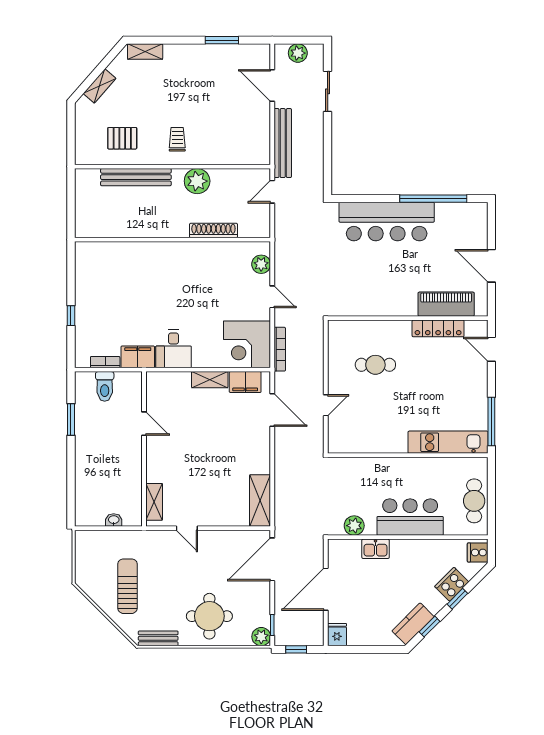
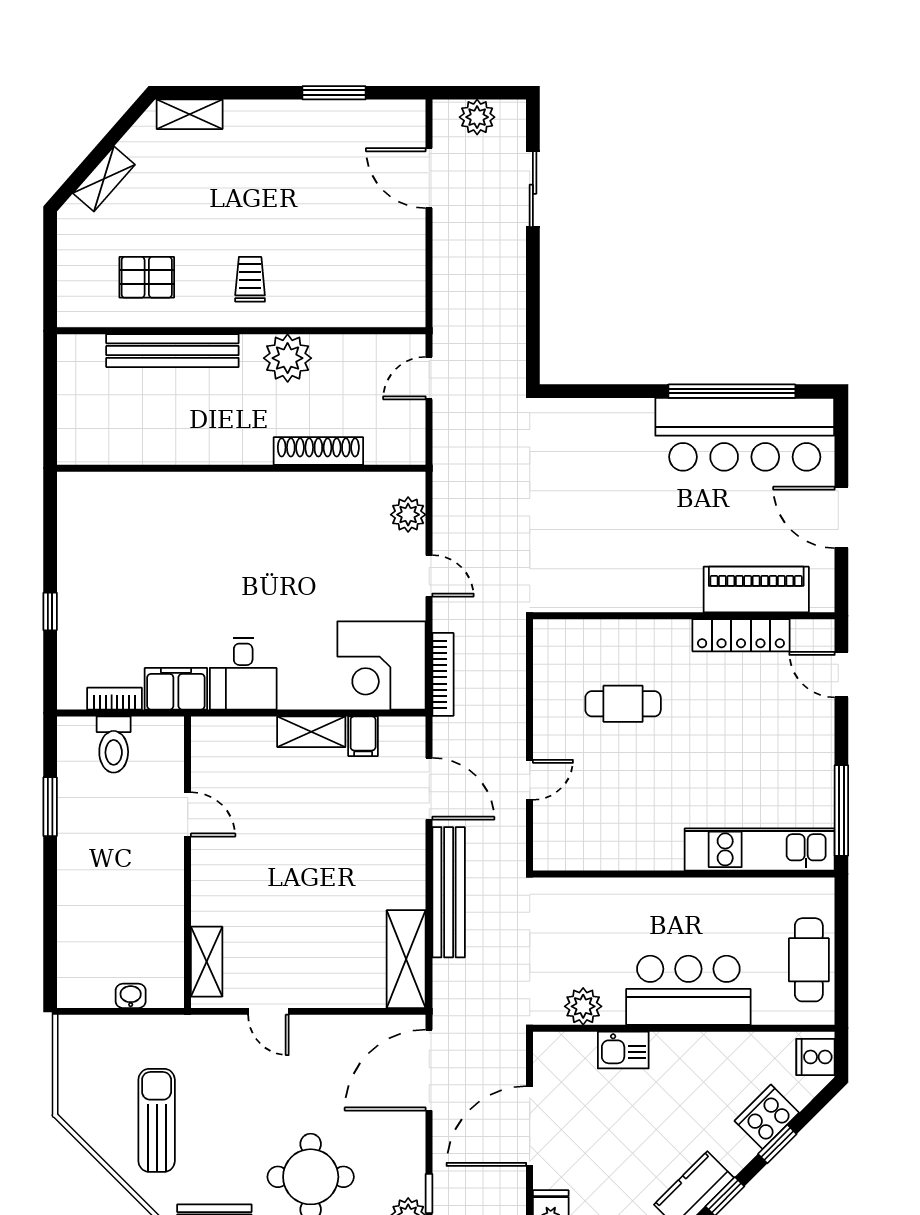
bench: (283, 143) -> (449, 892), moved
bar counter: (387, 222) -> (745, 434), moved
filing cabinet: (245, 382) -> (363, 736), width x0.50

